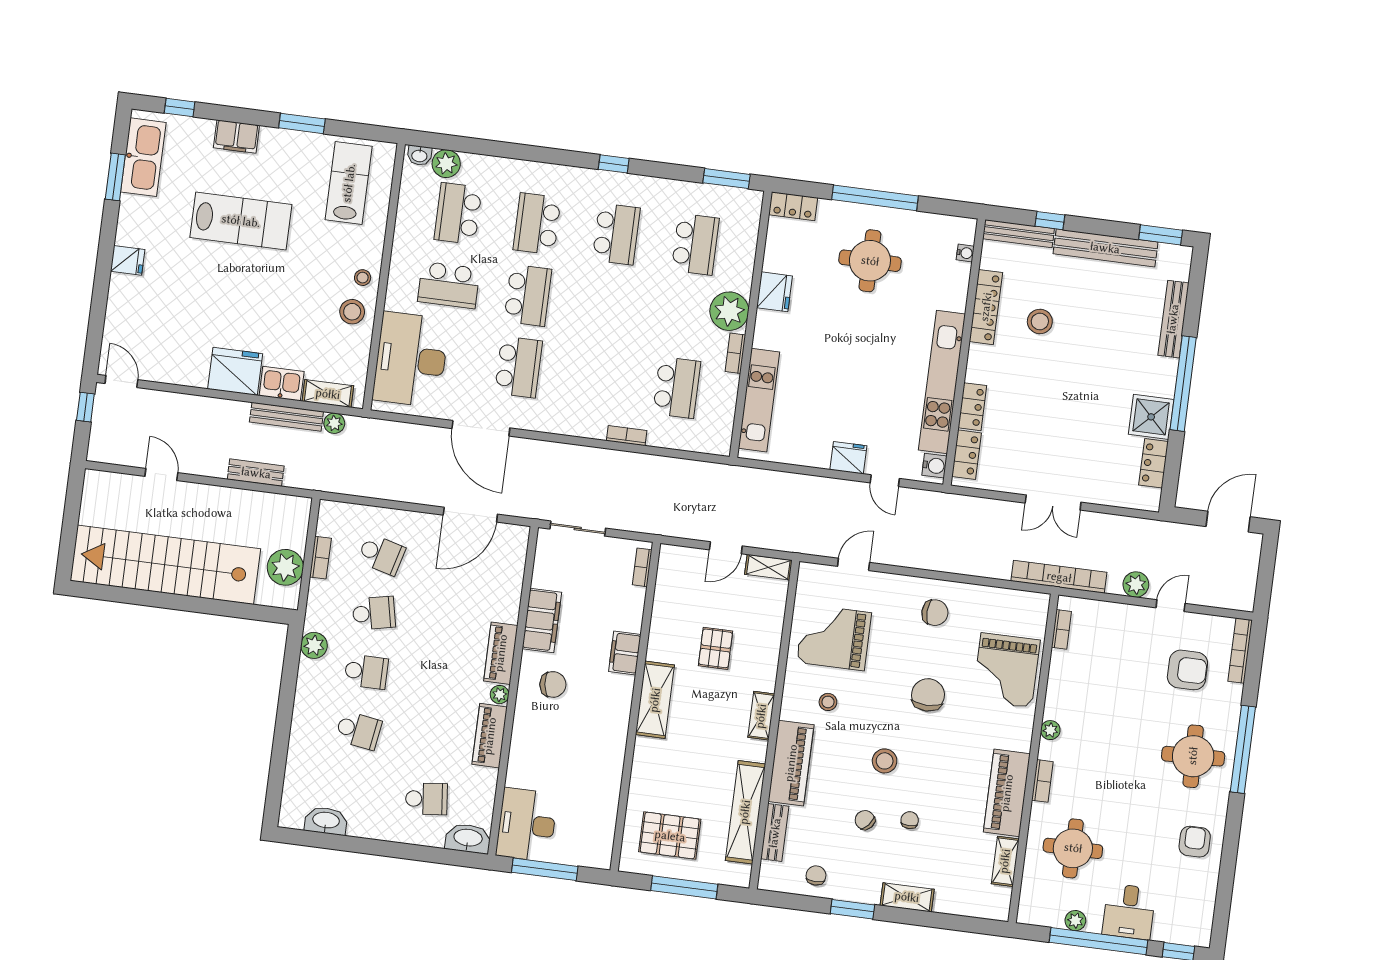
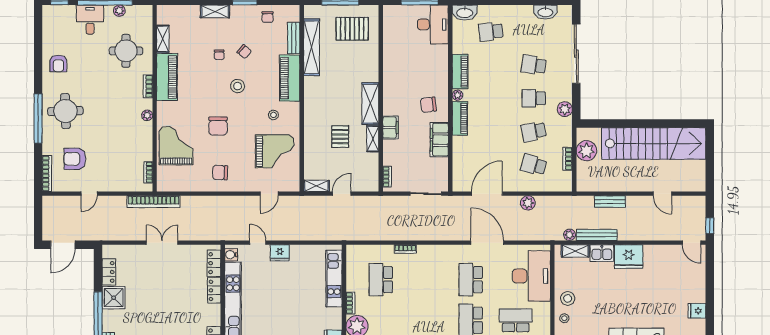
plant: (1136, 584) -> (528, 203), moved
shelving: (761, 716) -> (373, 139), moved
sliding door: (281, 740) -> (576, 54), added

